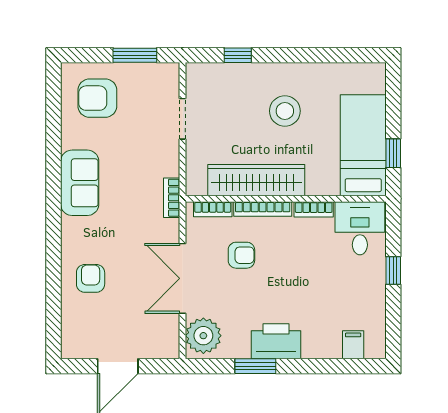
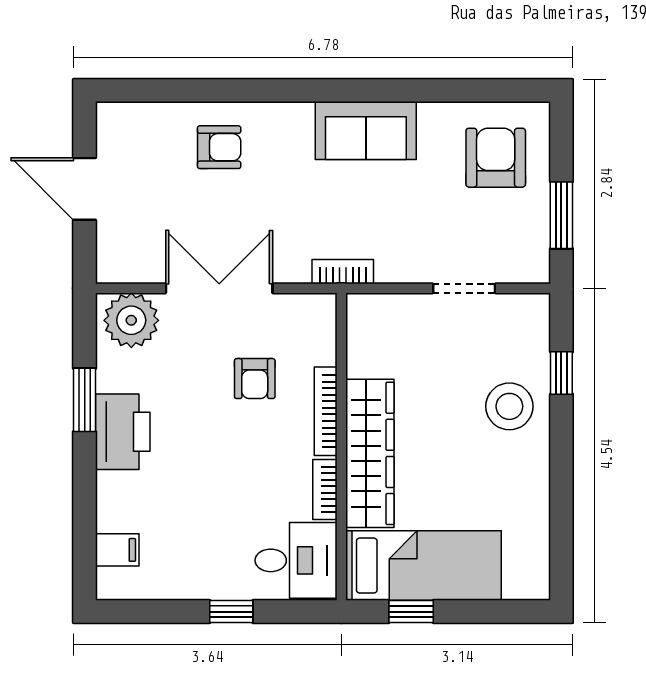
stool: (285, 111) -> (509, 406), moved
wardrobe: (256, 180) -> (370, 453), moved
bookcase: (213, 209) -> (325, 335), removed

